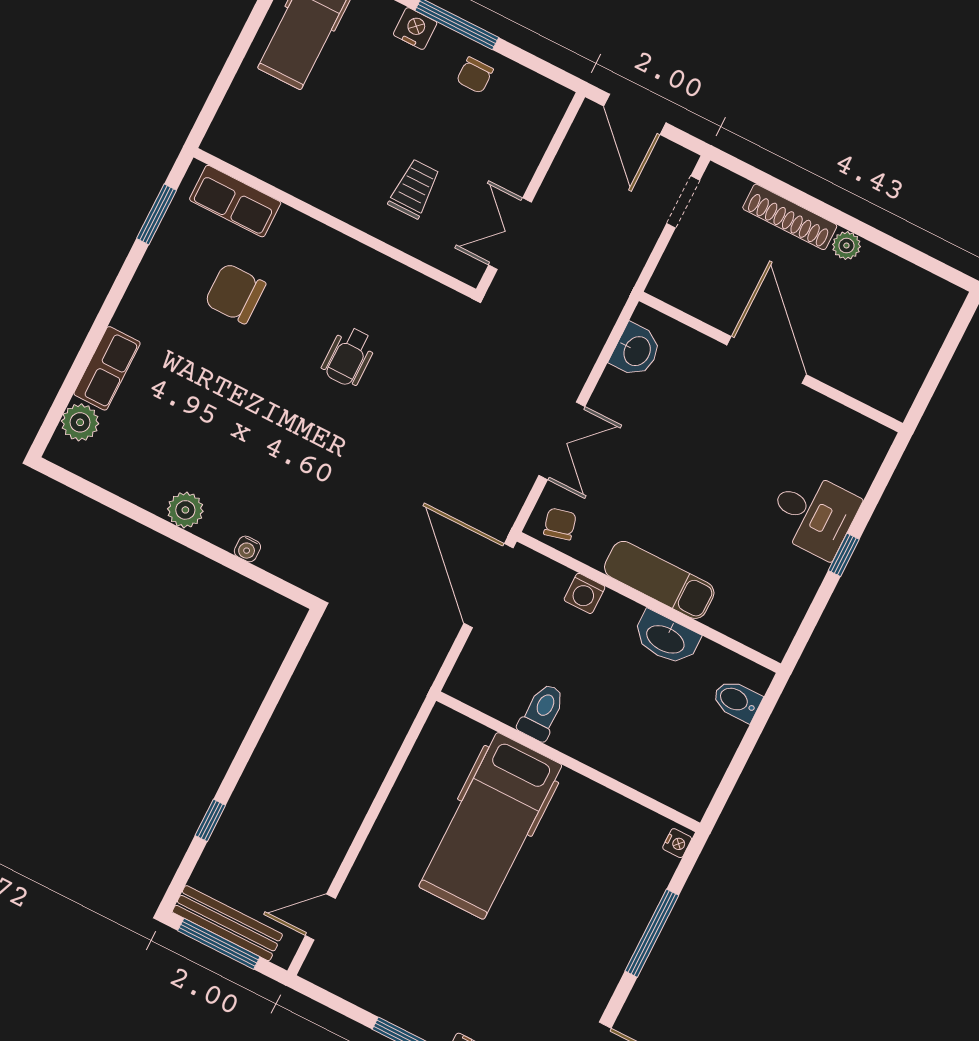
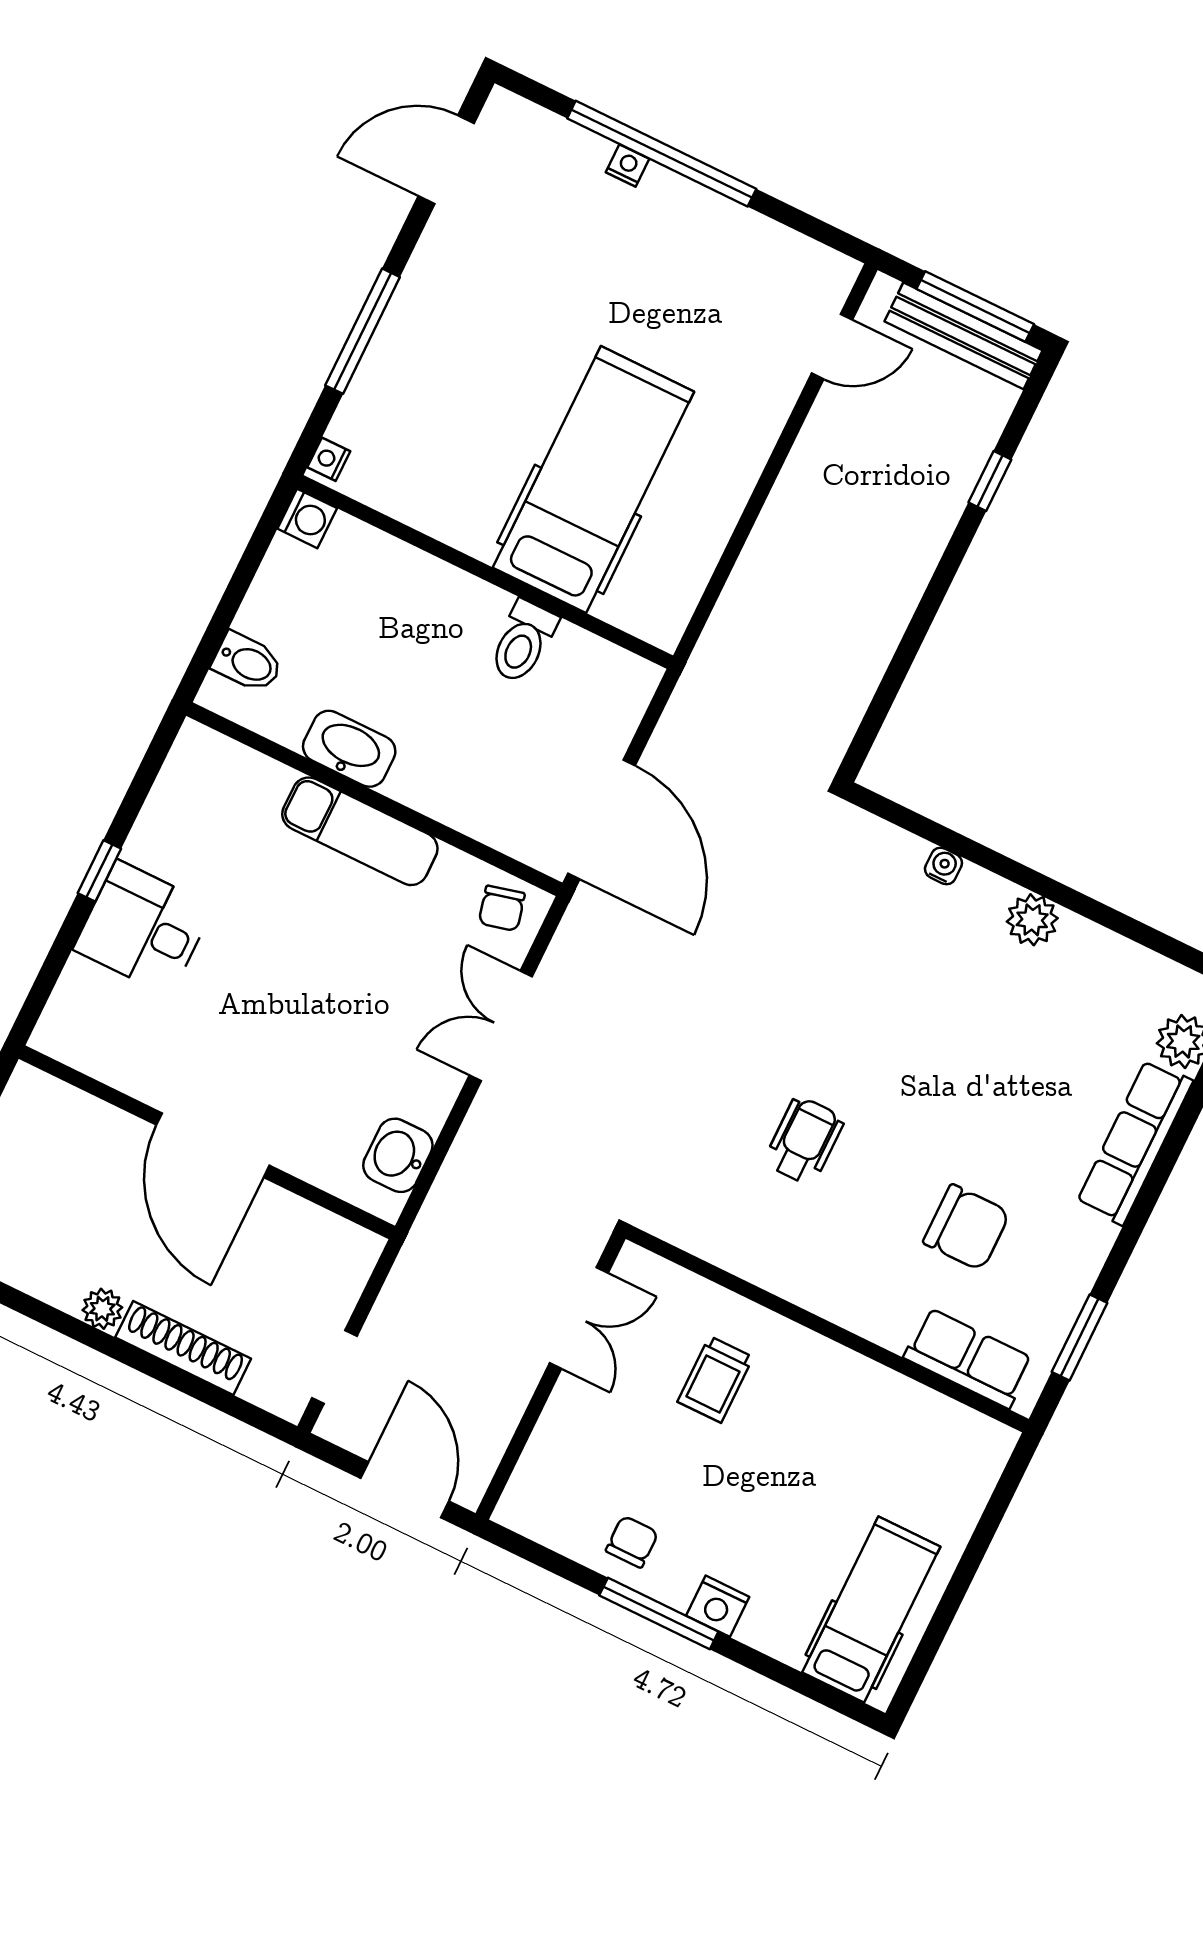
row of seats: (107, 368) -> (1135, 1142), width x1.48
washing machine: (584, 593) -> (307, 518), moved, turned 90

